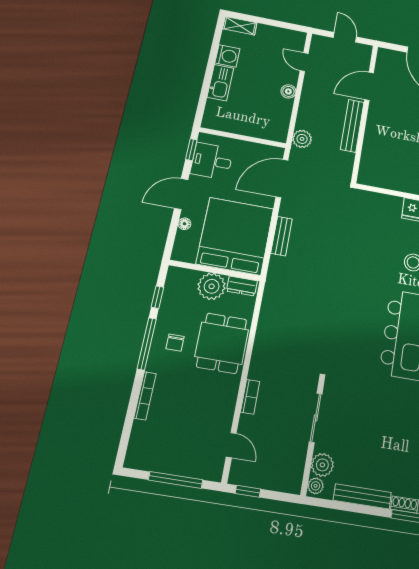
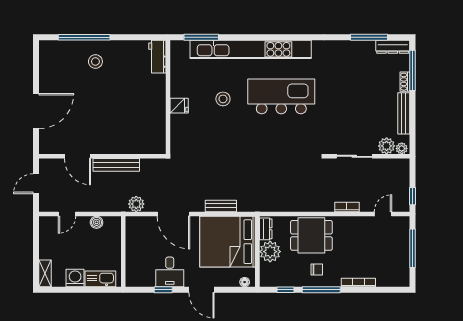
wall: (243, 138) -> (123, 252), moved
floor lamp: (184, 224) -> (245, 282), moved

